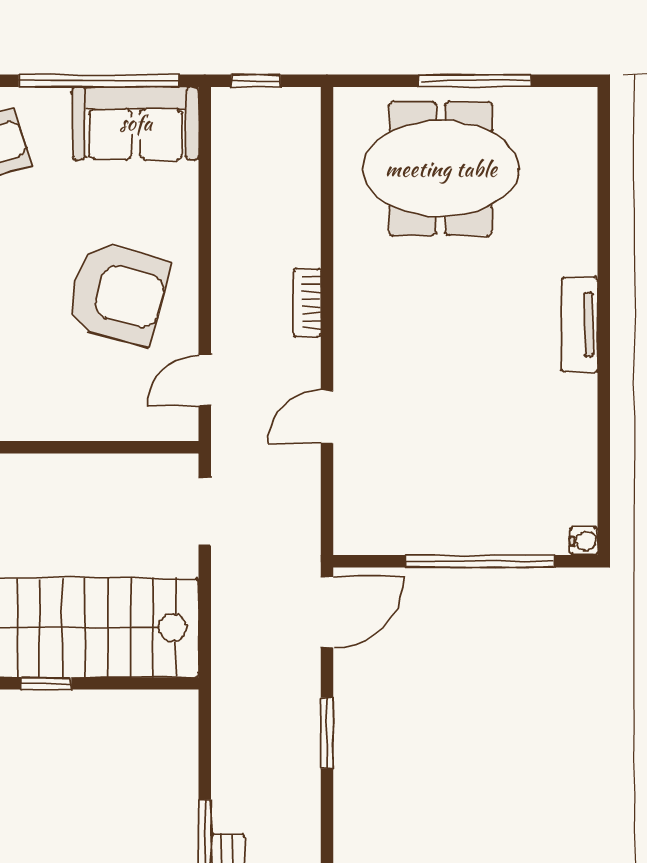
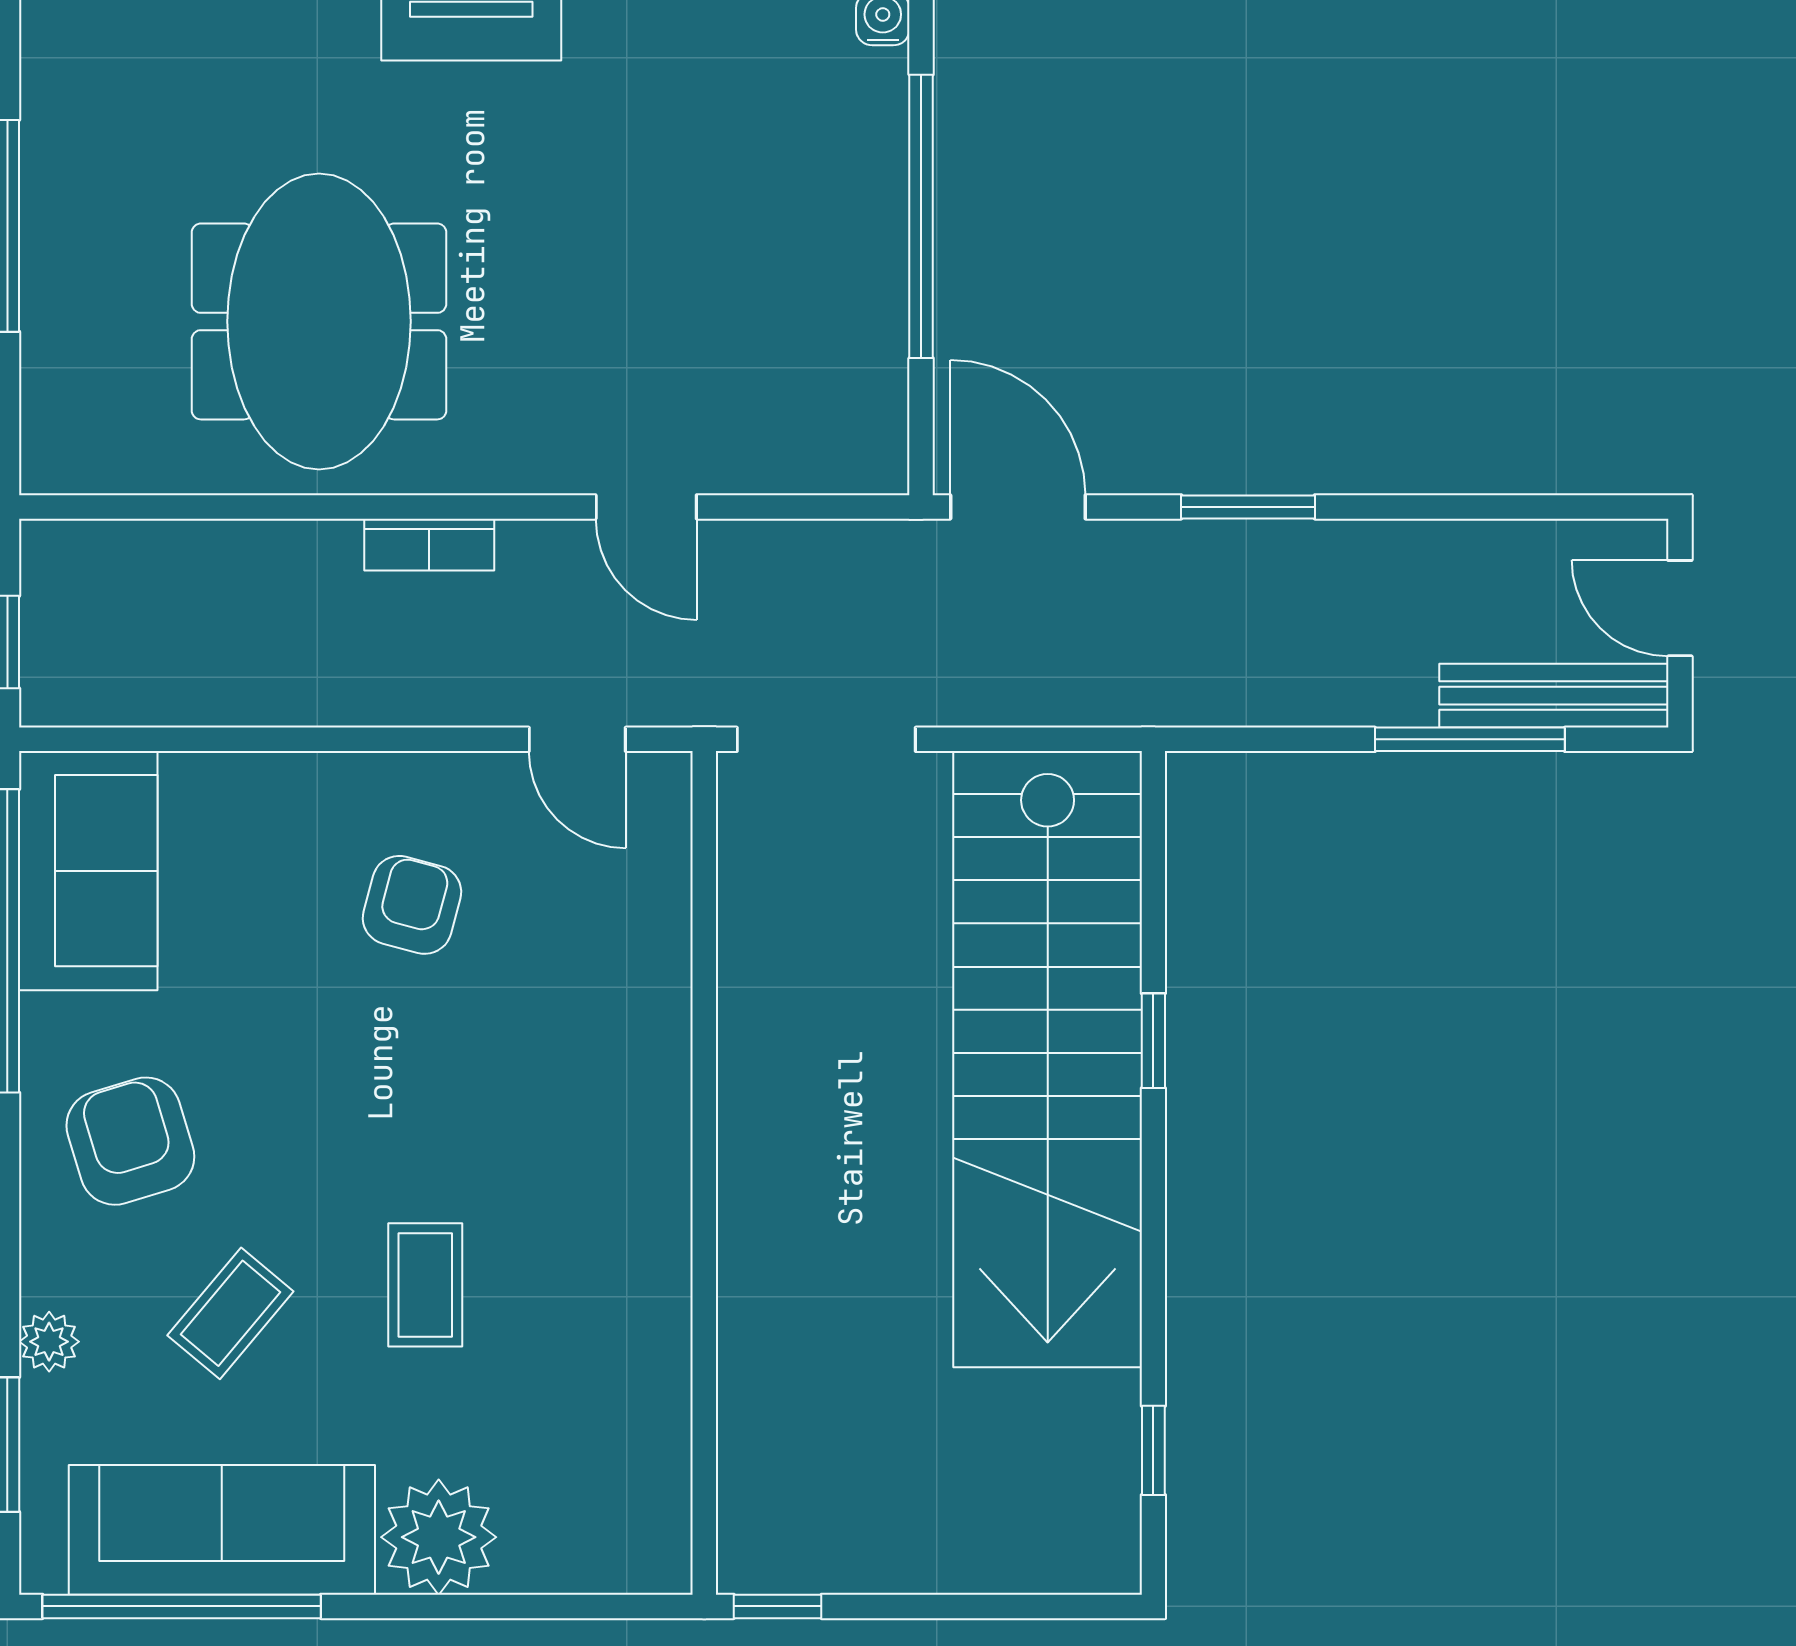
meeting table: (441, 169) -> (319, 321), moved
armchair: (118, 293) -> (412, 905), width x0.53, depth x0.53
doorway: (205, 511) -> (826, 739), width x1.38

